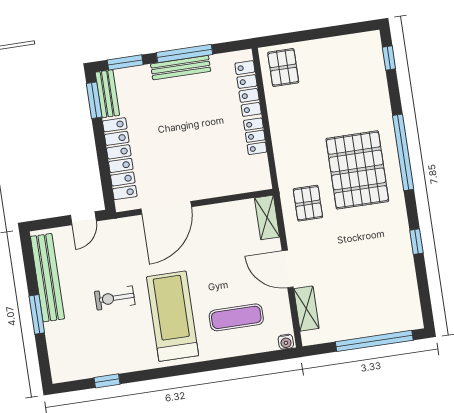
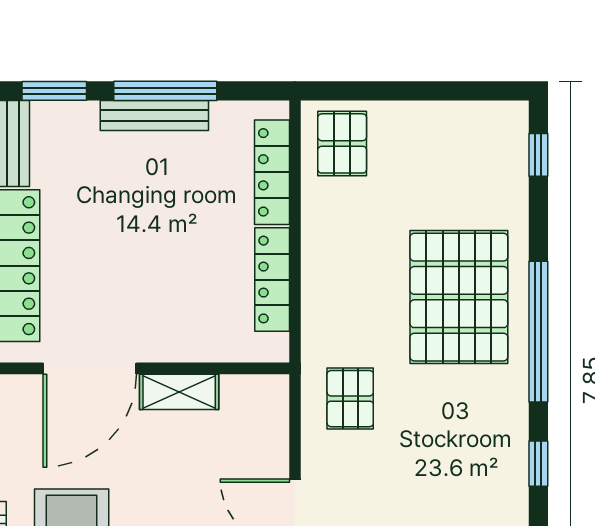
locker: (255, 136) -> (272, 280), width x1.53
pallet: (357, 170) -> (459, 297), moved
shelving: (267, 217) -> (179, 392), moved, turned 90
window: (416, 242) -> (538, 464), moved

